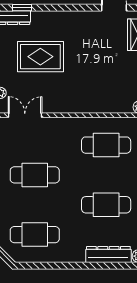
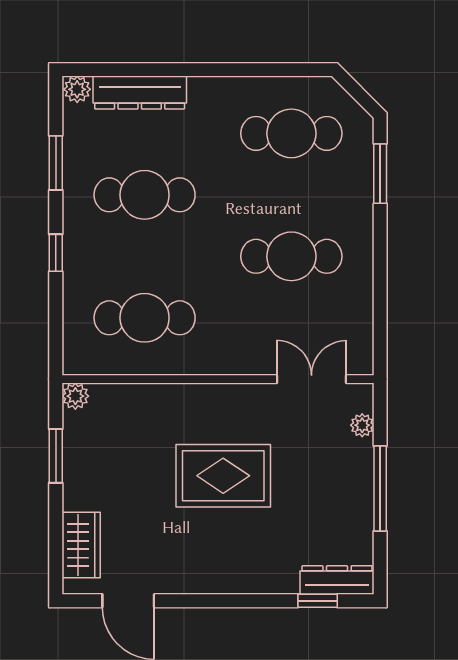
rug: (40, 57) -> (223, 476), moved
double door: (25, 115) -> (312, 379), swing flipped

